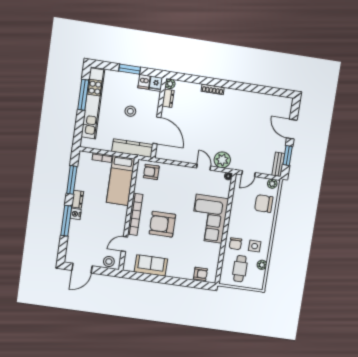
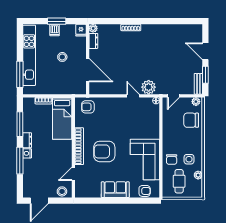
dishwasher: (144, 82) -> (55, 30), moved
window: (83, 95) -> (20, 74), moved
kitchen counter: (132, 148) -> (69, 89), removed
corner sofa: (209, 219) -> (145, 159), moved
sofa: (151, 265) -> (115, 190), moved

